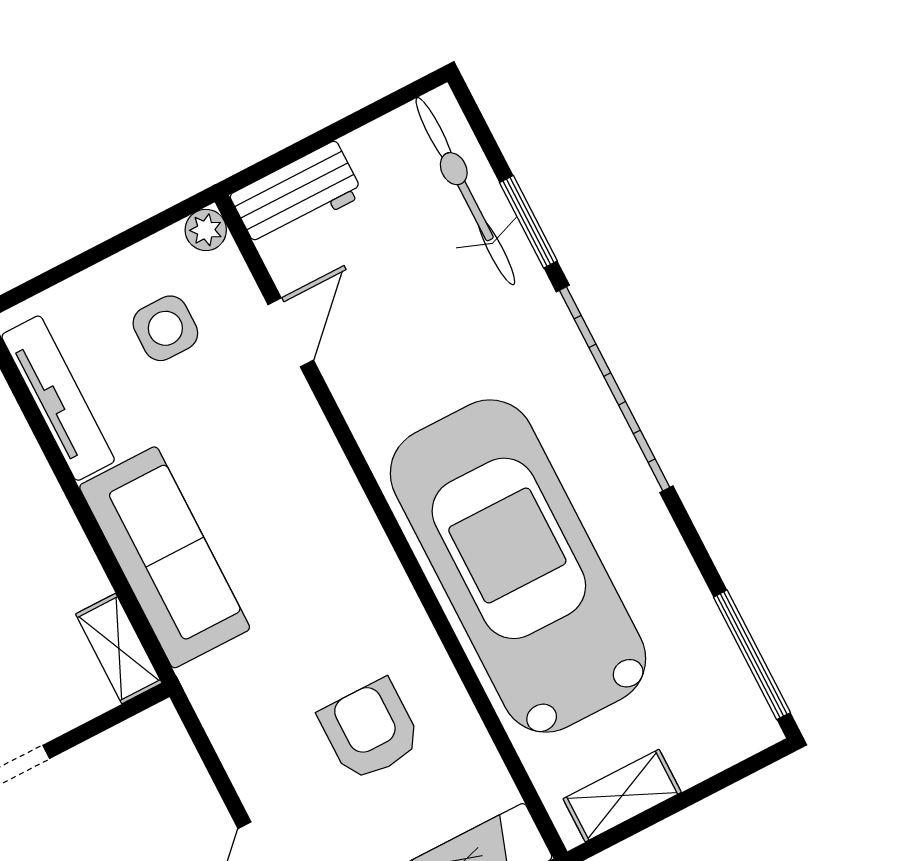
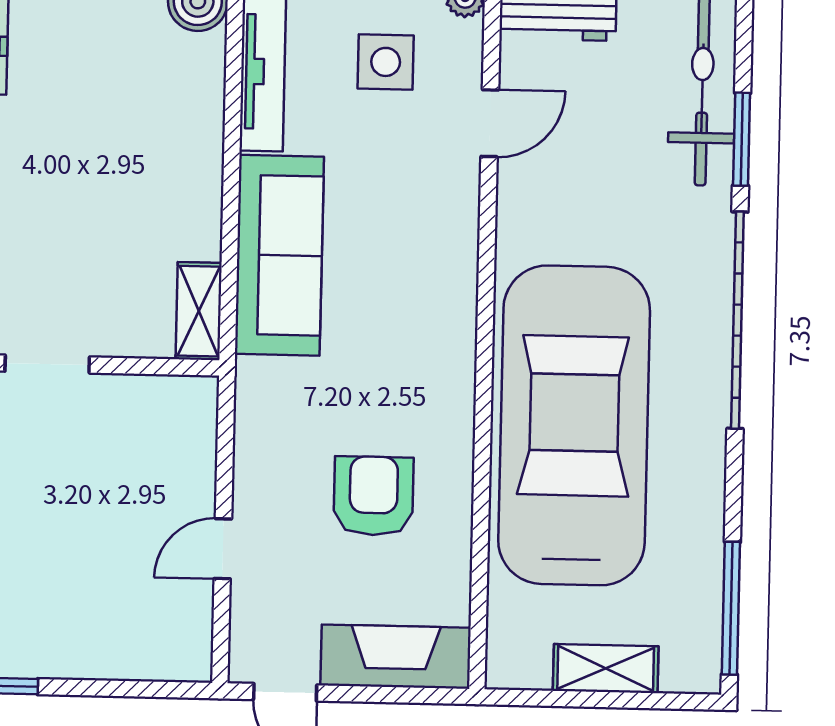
shelving: (622, 796) -> (606, 668), moved

